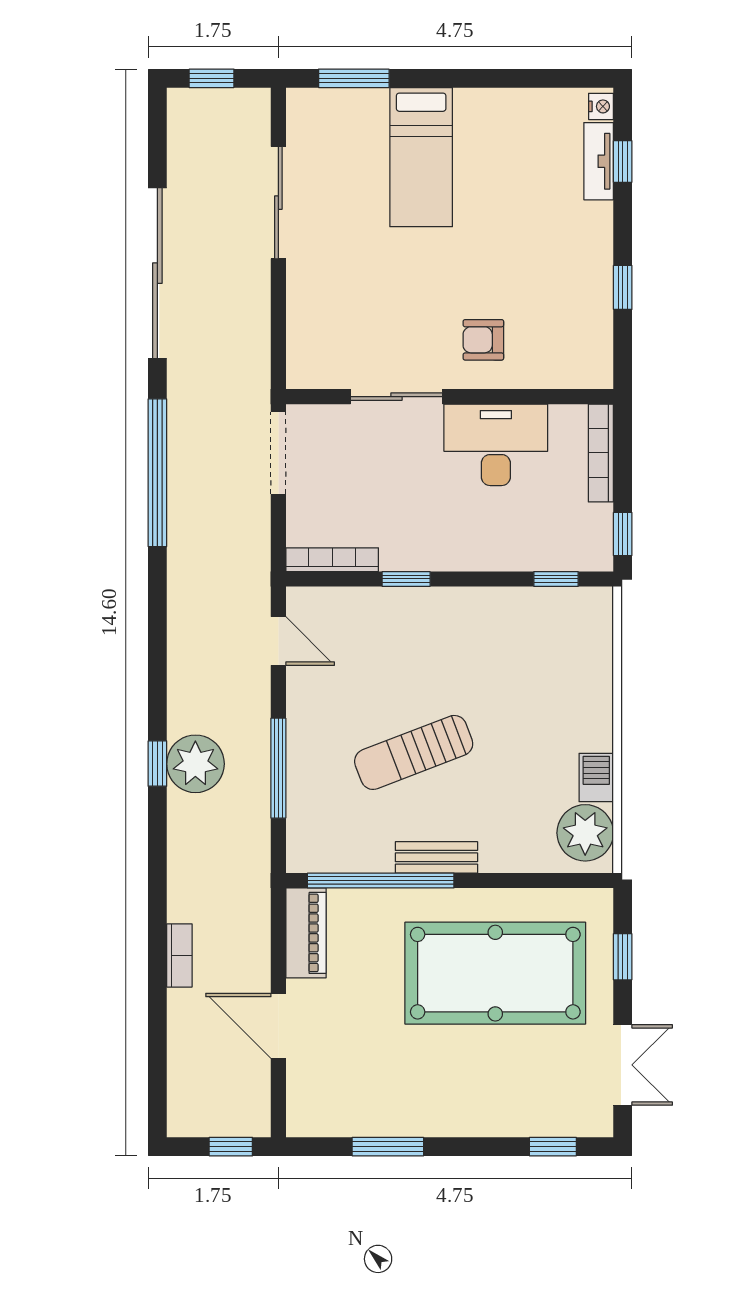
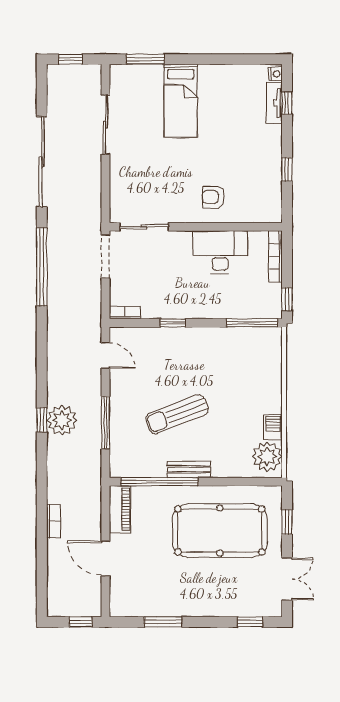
sliding door: (396, 397) -> (144, 227), moved
bookcase: (332, 560) -> (125, 313), width x0.64
window: (556, 579) -> (252, 323), width x2.17

